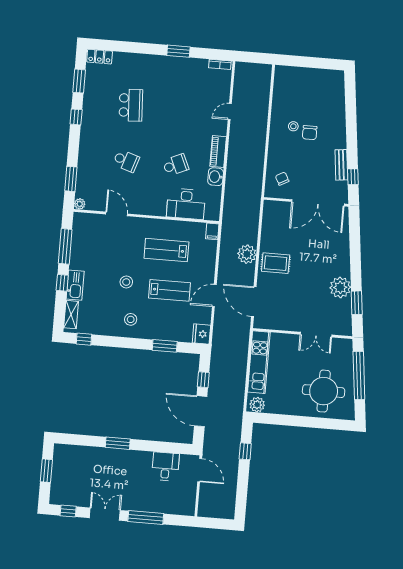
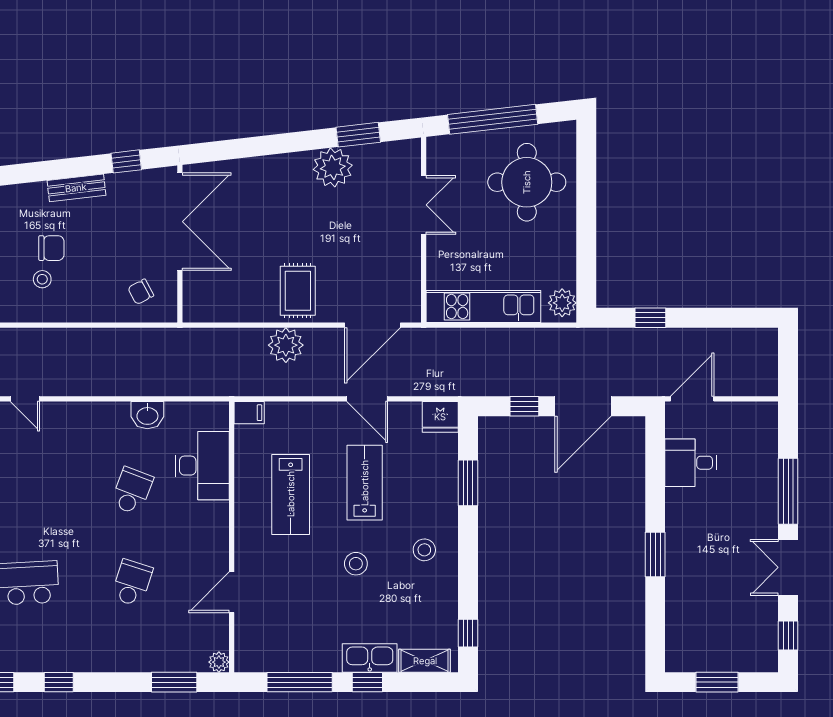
piano: (218, 151) -> (100, 414), removed
school desk: (176, 165) -> (132, 491), turned 45
bench: (341, 165) -> (76, 188), moved

